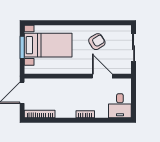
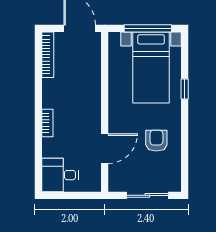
window: (62, 23) -> (185, 89), added
armchair: (97, 42) -> (156, 141), turned -149
window: (22, 47) -> (148, 28), width x1.44

